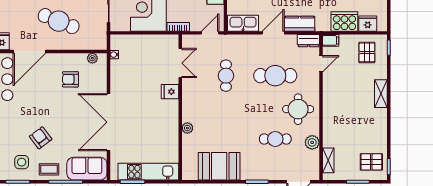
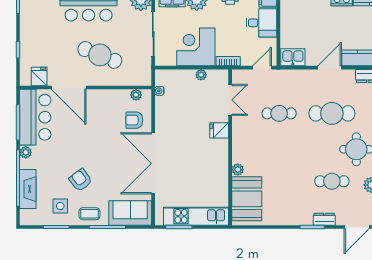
kitchen sink: (243, 23) -> (293, 57), width x0.73
plant: (153, 40) -> (201, 75), added
door: (29, 51) -> (69, 88), hinge flipped
cafe table: (226, 76) -> (279, 113), turned 90
armchair: (70, 79) -> (134, 120), moved
booth: (219, 166) -> (247, 199), moved, turned 90
dresser: (268, 174) -> (324, 219), added

